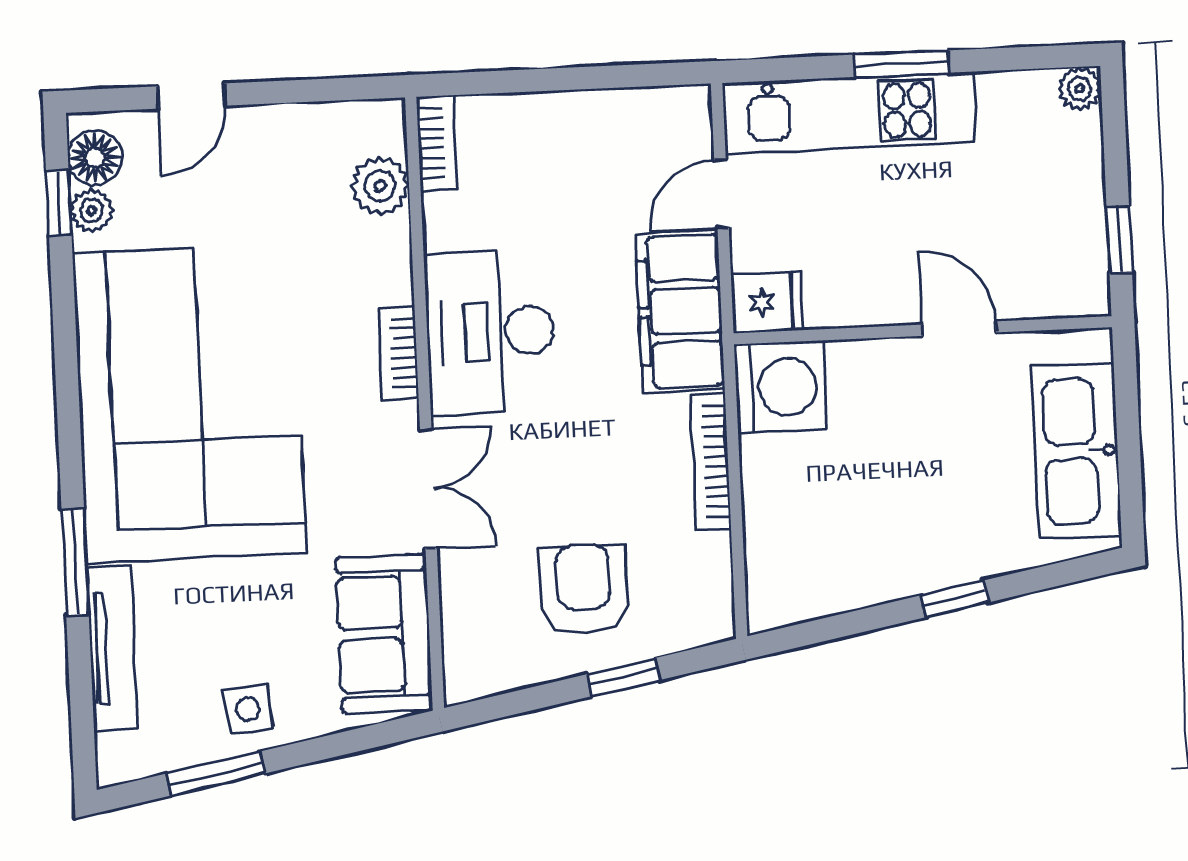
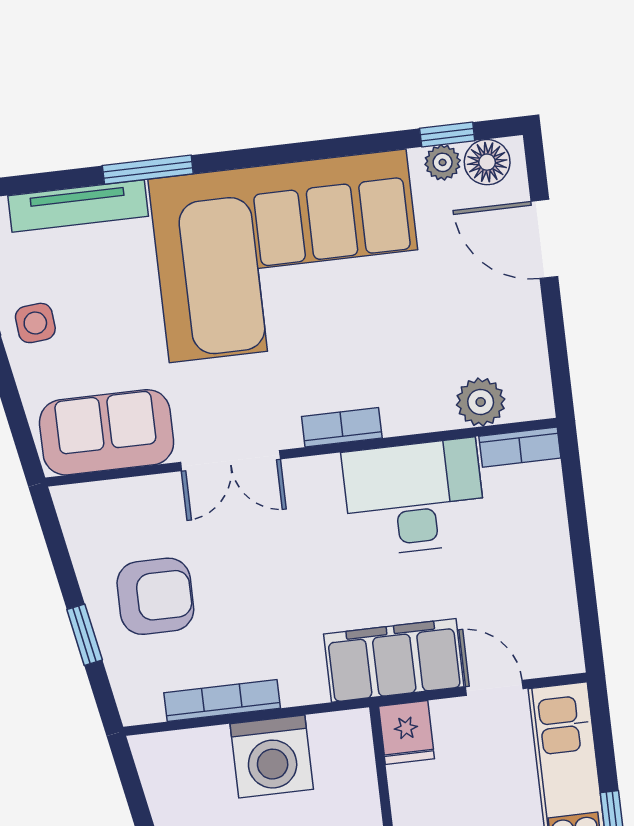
door: (191, 96) -> (544, 239), width x1.38
desk: (490, 332) -> (414, 497), moved
washing machine: (781, 387) -> (272, 757), moved
bookcase: (711, 462) -> (222, 701), moved

